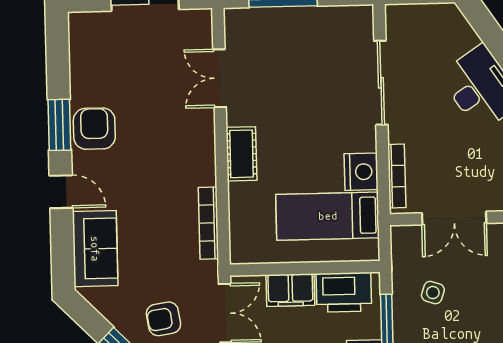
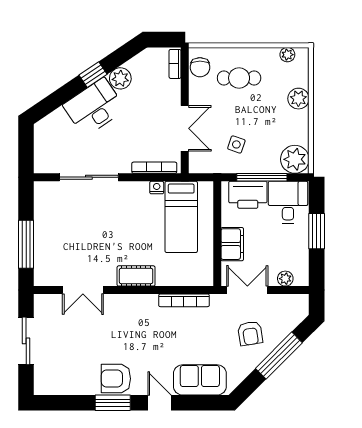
nightstand: (361, 172) -> (157, 188), width x0.53, depth x0.56
door: (61, 192) -> (159, 403), hinge flipped
printer: (344, 292) -> (248, 195), moved, turned 90

